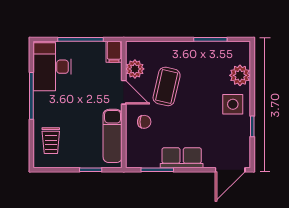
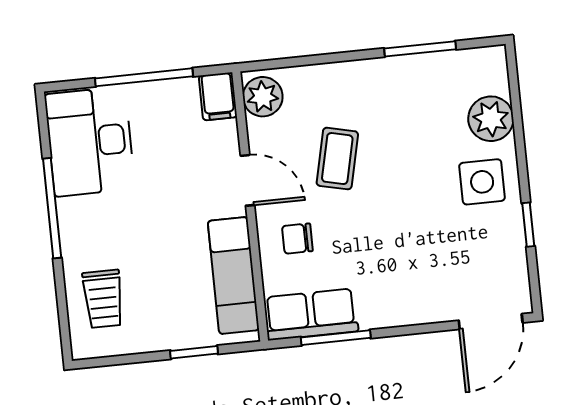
plant: (135, 69) -> (263, 97), moved
coffee table: (167, 86) -> (337, 159), width x0.73, depth x0.77
chair: (144, 122) -> (297, 239), turned 180
row of seats: (182, 158) -> (311, 314), moved

